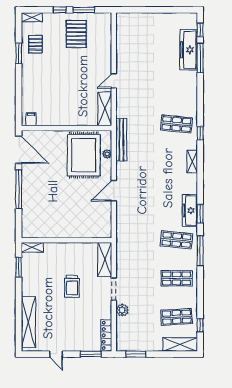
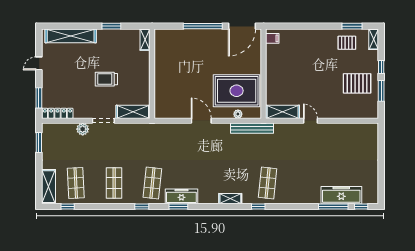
window: (19, 53) -> (352, 26), moved
window: (200, 251) -> (142, 207), width x0.46
window: (19, 267) -> (111, 26), moved

